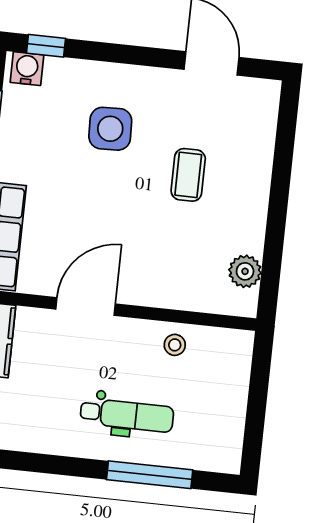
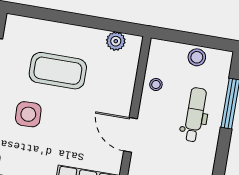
coffee table: (188, 175) -> (58, 71), width x1.86, depth x1.72
stool: (226, 412) -> (197, 57), added

